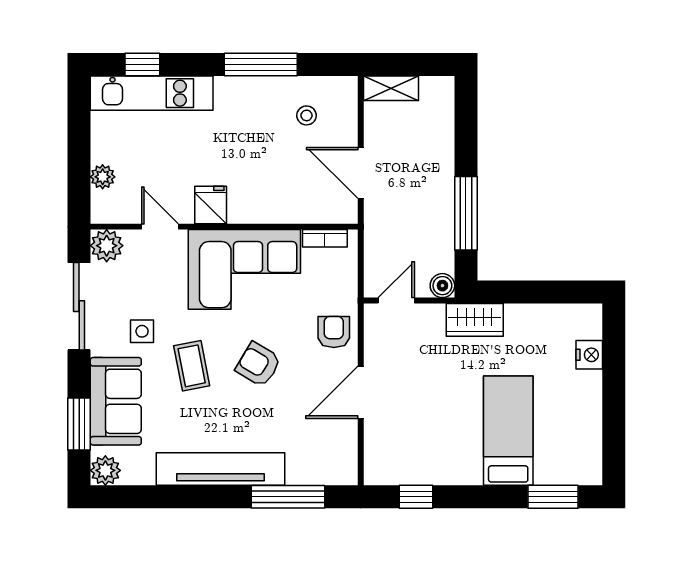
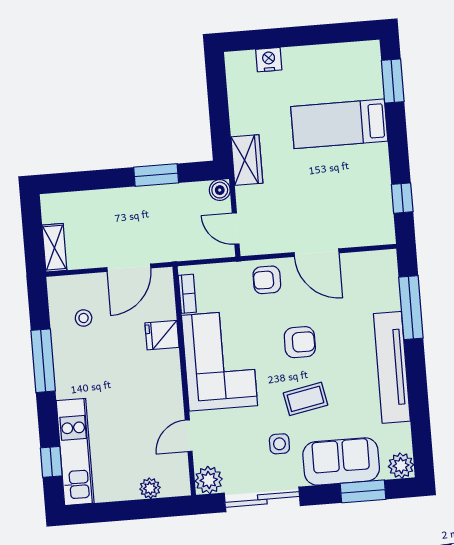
fridge: (211, 205) -> (162, 335), moved
window: (466, 213) -> (156, 175), width x0.69
armchair: (258, 364) -> (300, 342), turned -121

